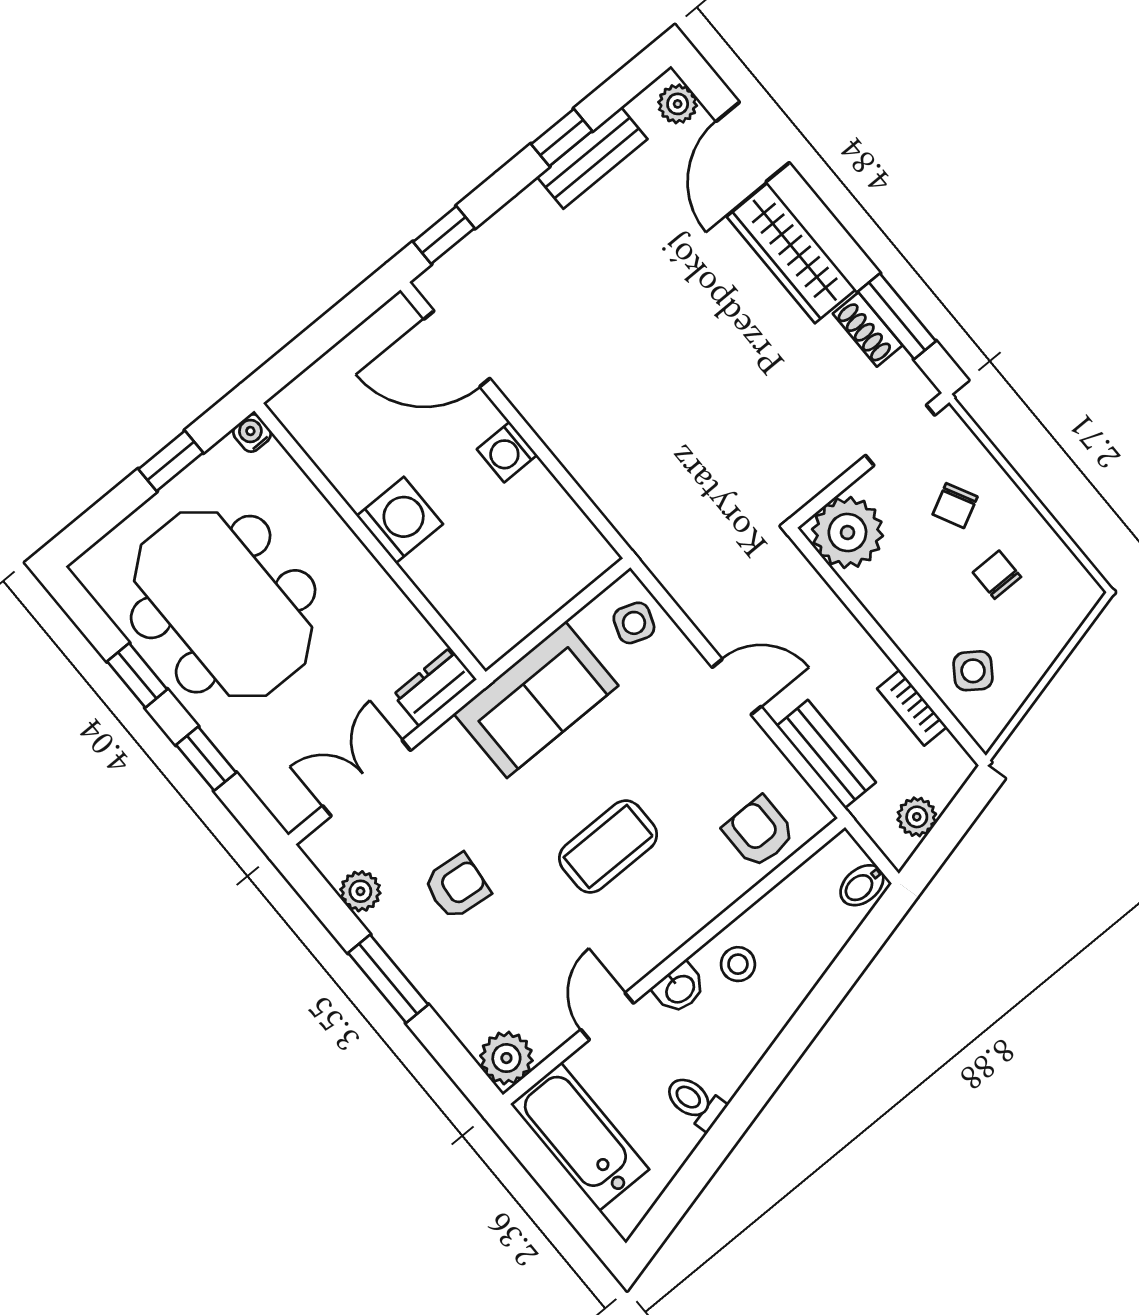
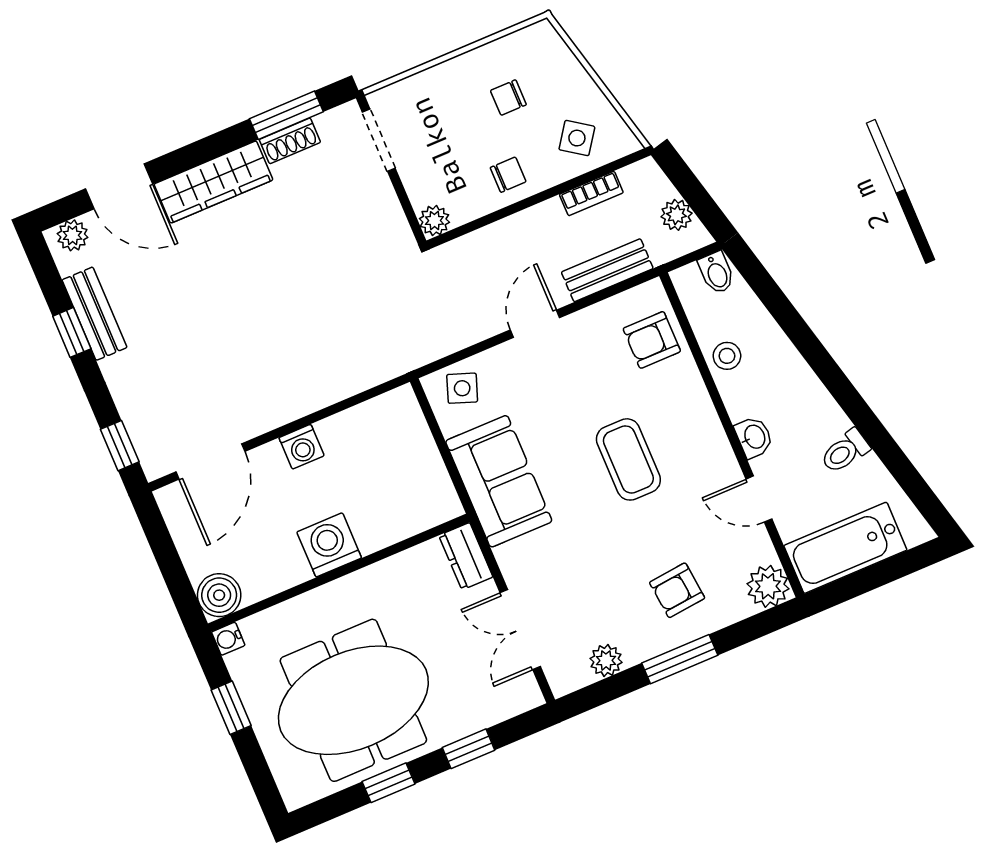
boiler: (301, 407) -> (219, 595), added
chair: (955, 506) -> (508, 175), moved, turned -63
plant: (847, 532) -> (434, 221), width x0.53, depth x0.53
armchair: (457, 886) -> (677, 590), moved, turned -102
stool: (738, 964) -> (727, 356), moved

